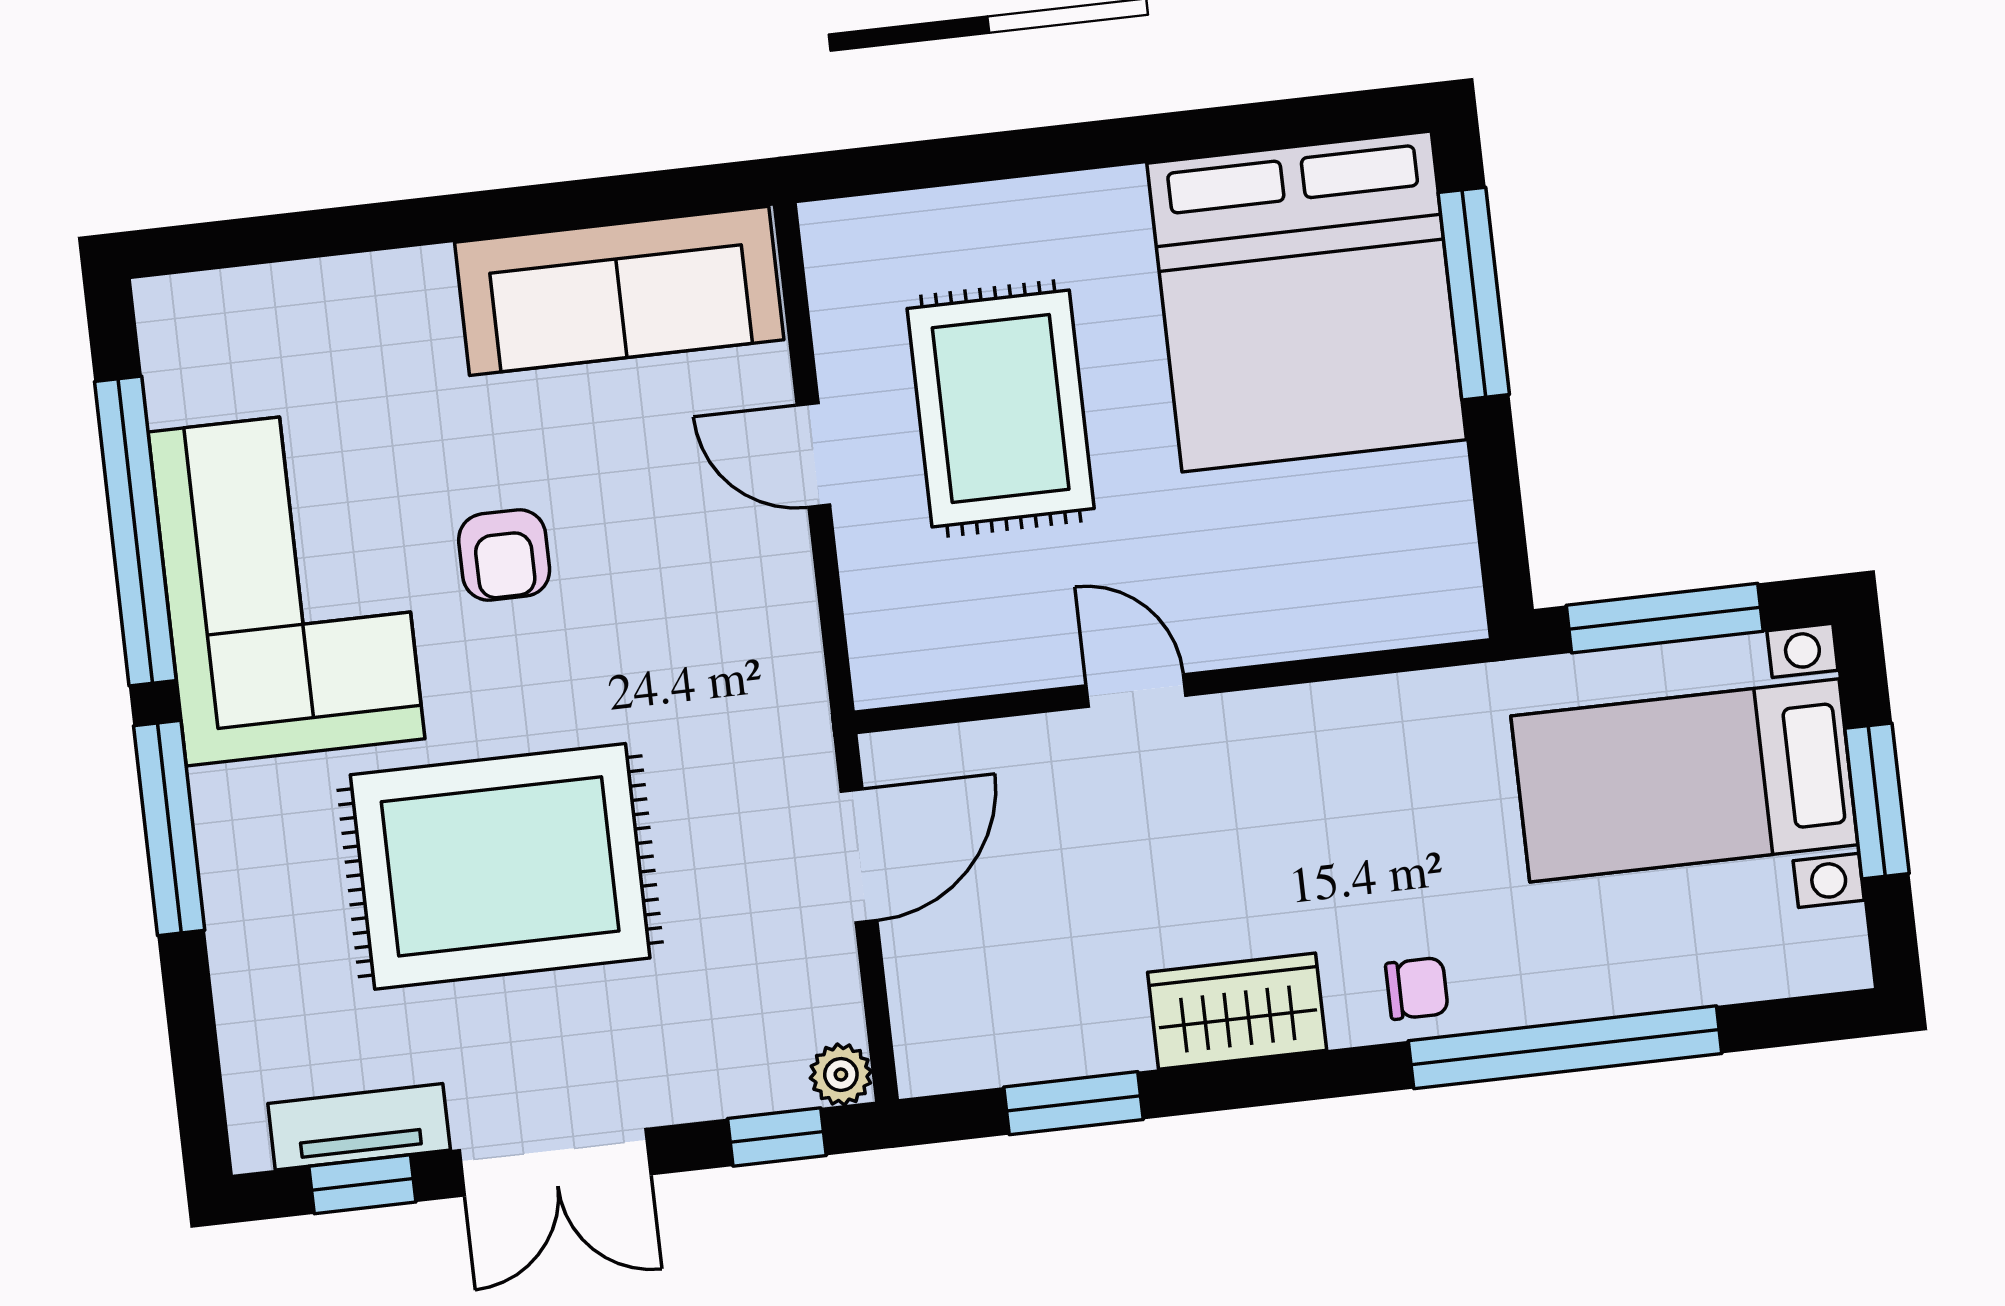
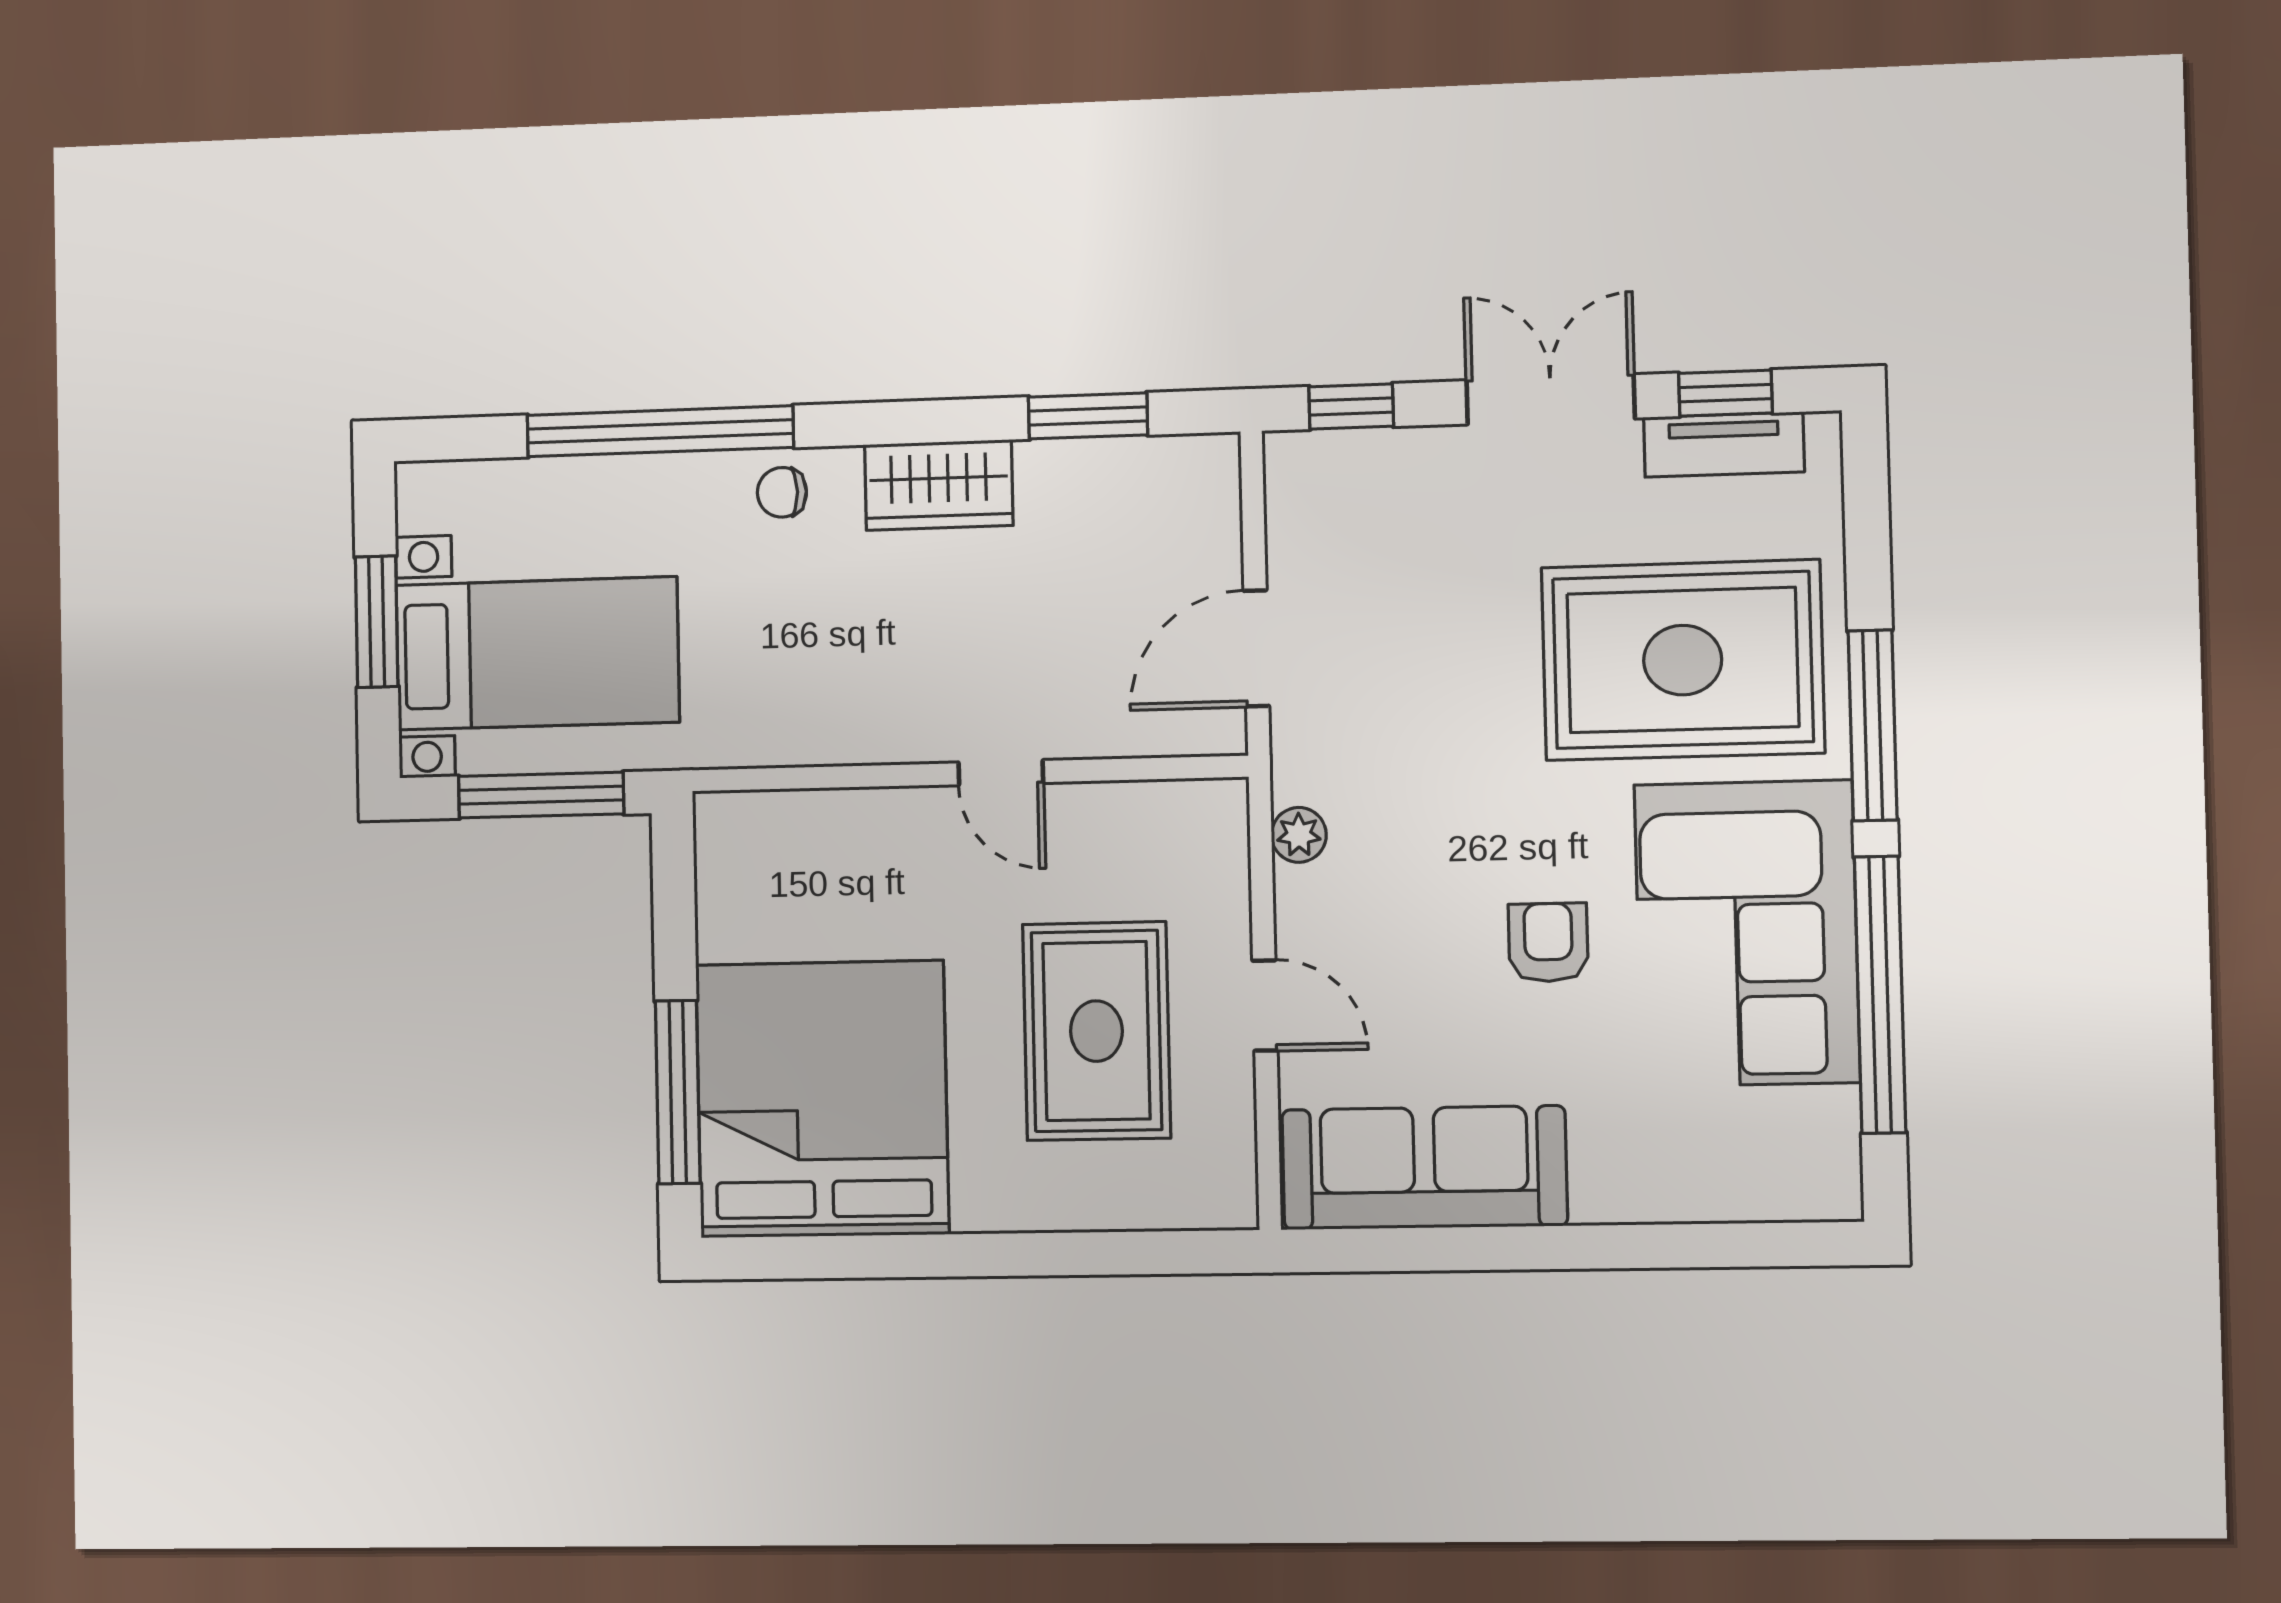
rug: (500, 866) -> (1683, 660), moved
plant: (841, 1075) -> (1299, 835), moved

